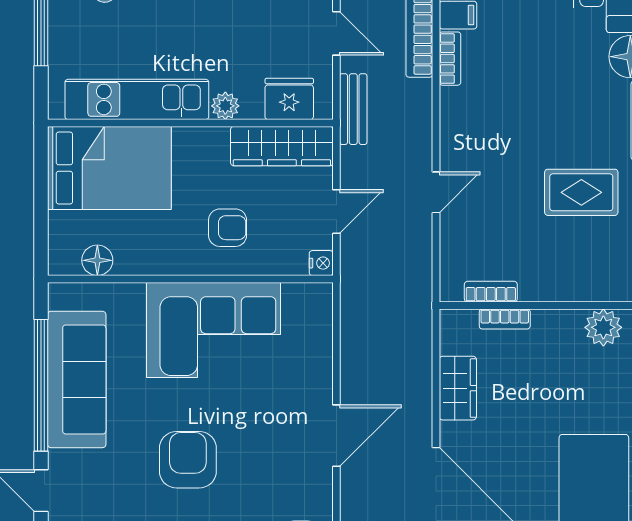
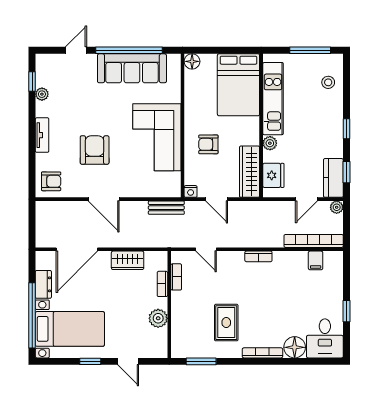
bookcase: (450, 59) -> (258, 256), moved
bench: (353, 109) -> (166, 208), moved
door: (436, 192) -> (206, 249), moved
armchair: (228, 228) -> (208, 144), turned 90
floor lamp: (97, 260) -> (192, 61), moved
plant: (603, 327) -> (158, 318), moved
armchair: (188, 460) -> (95, 150), moved, turned -90

